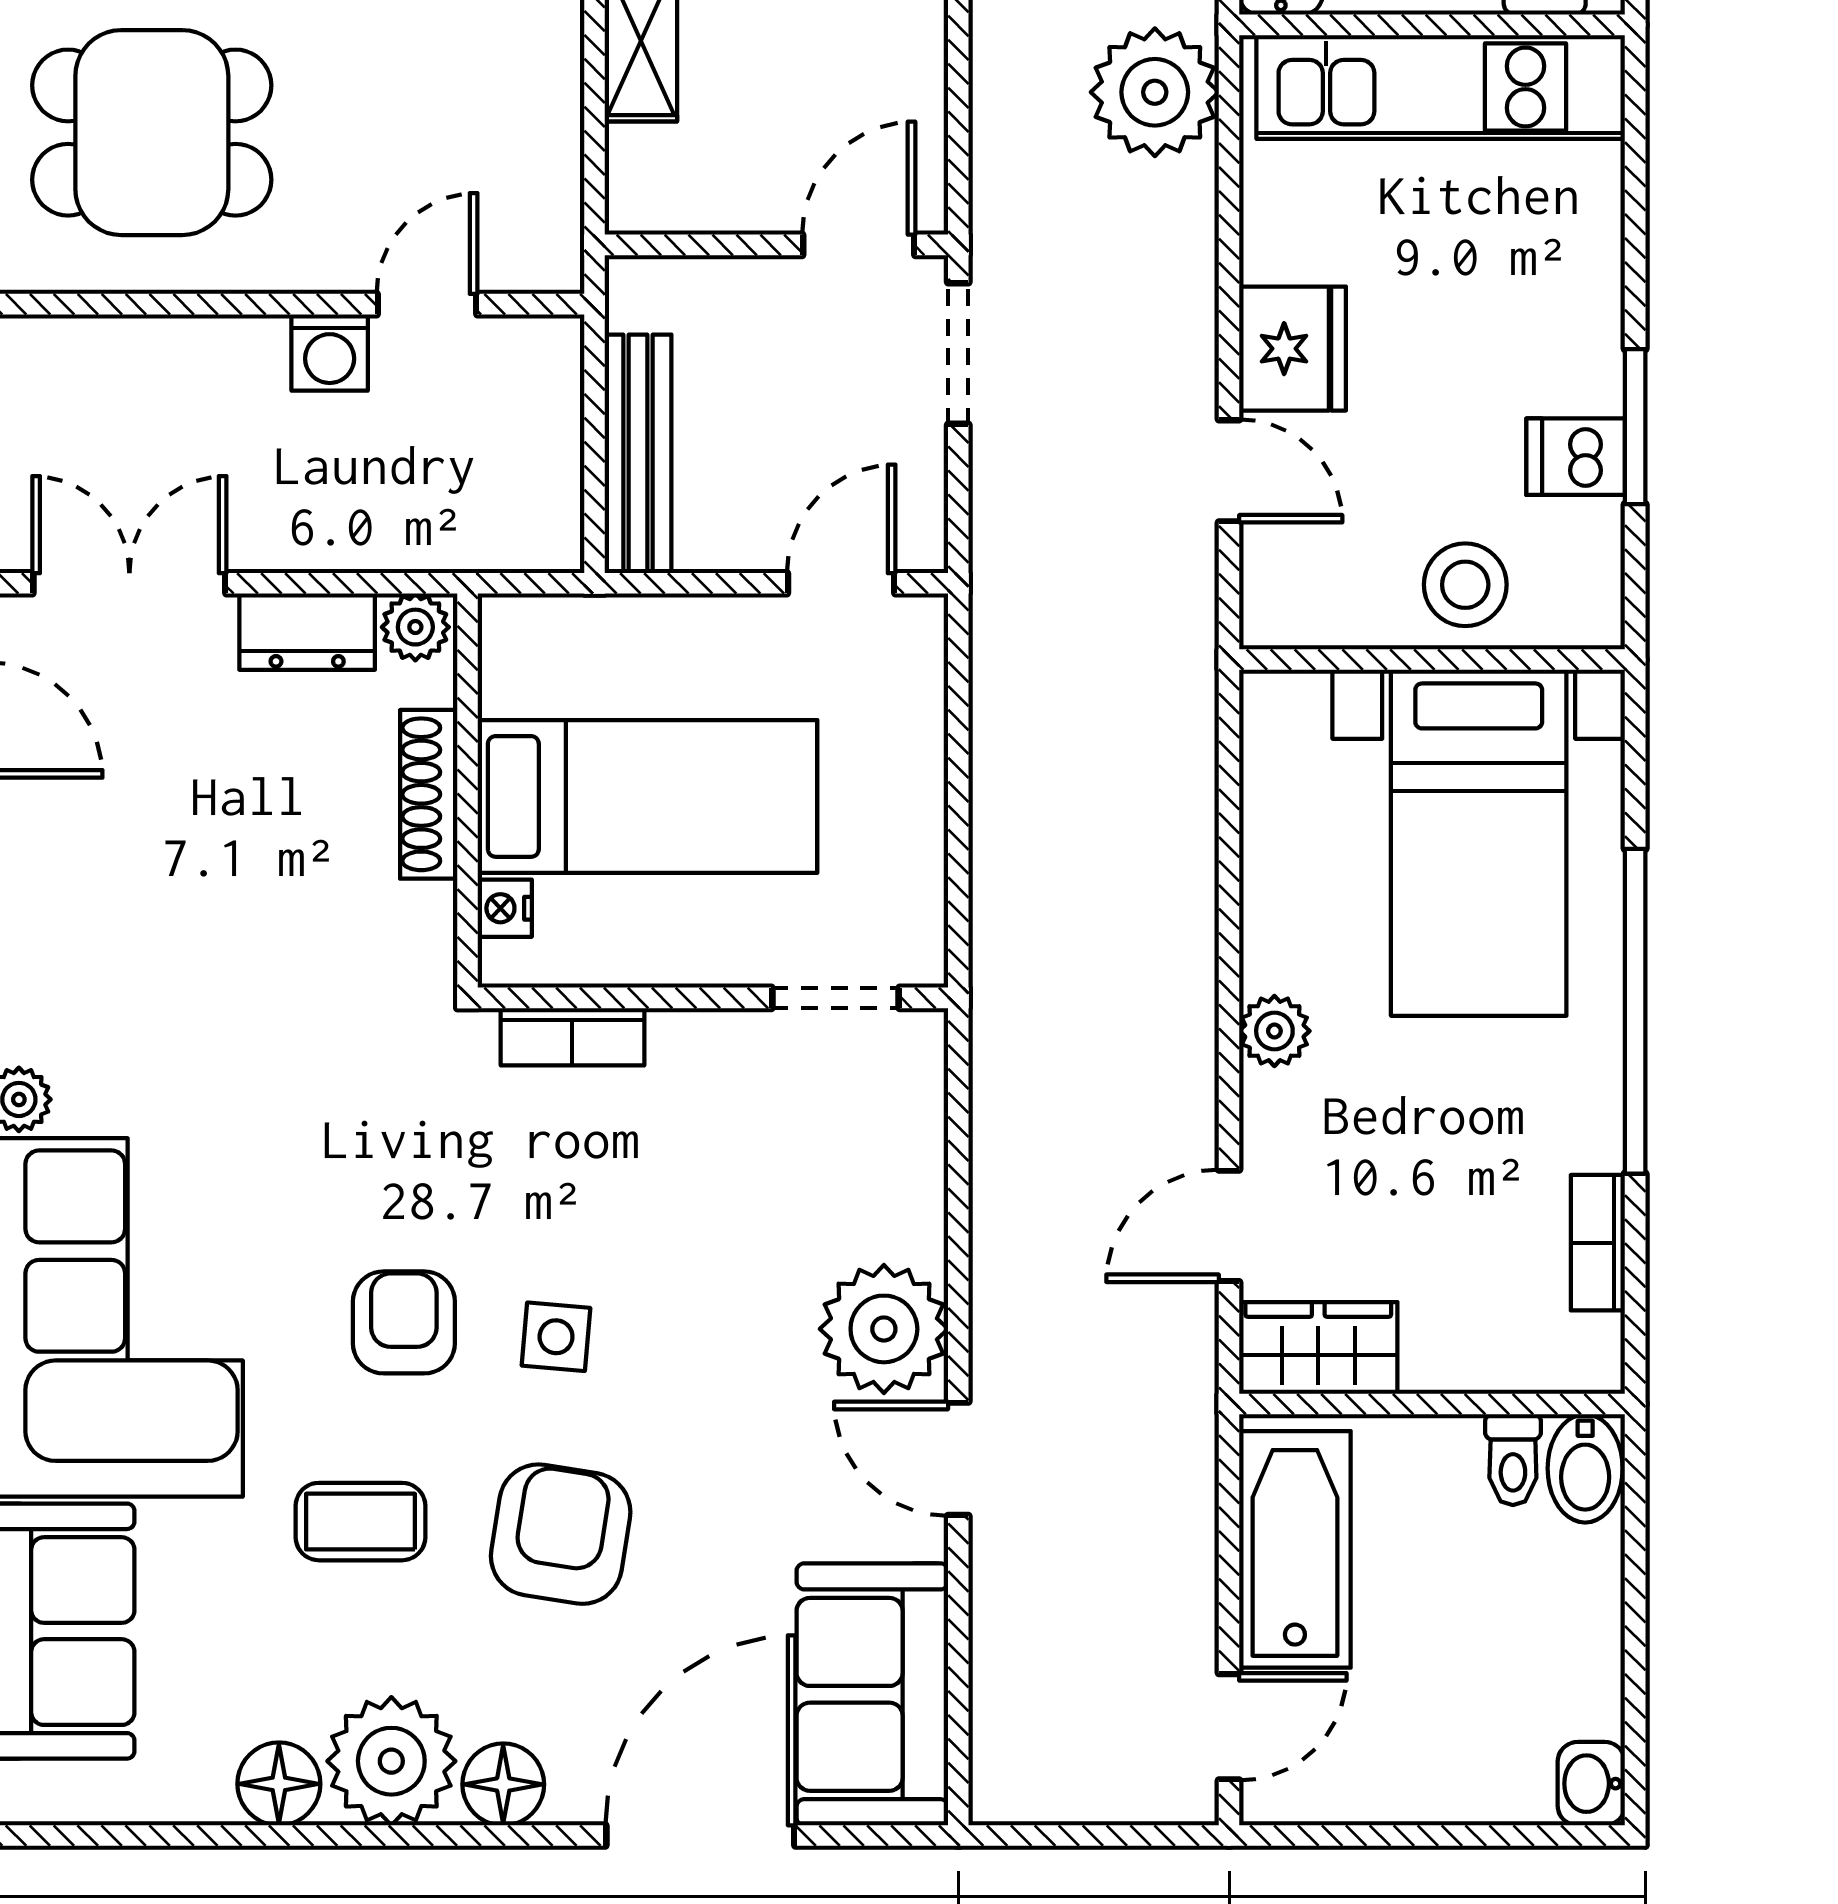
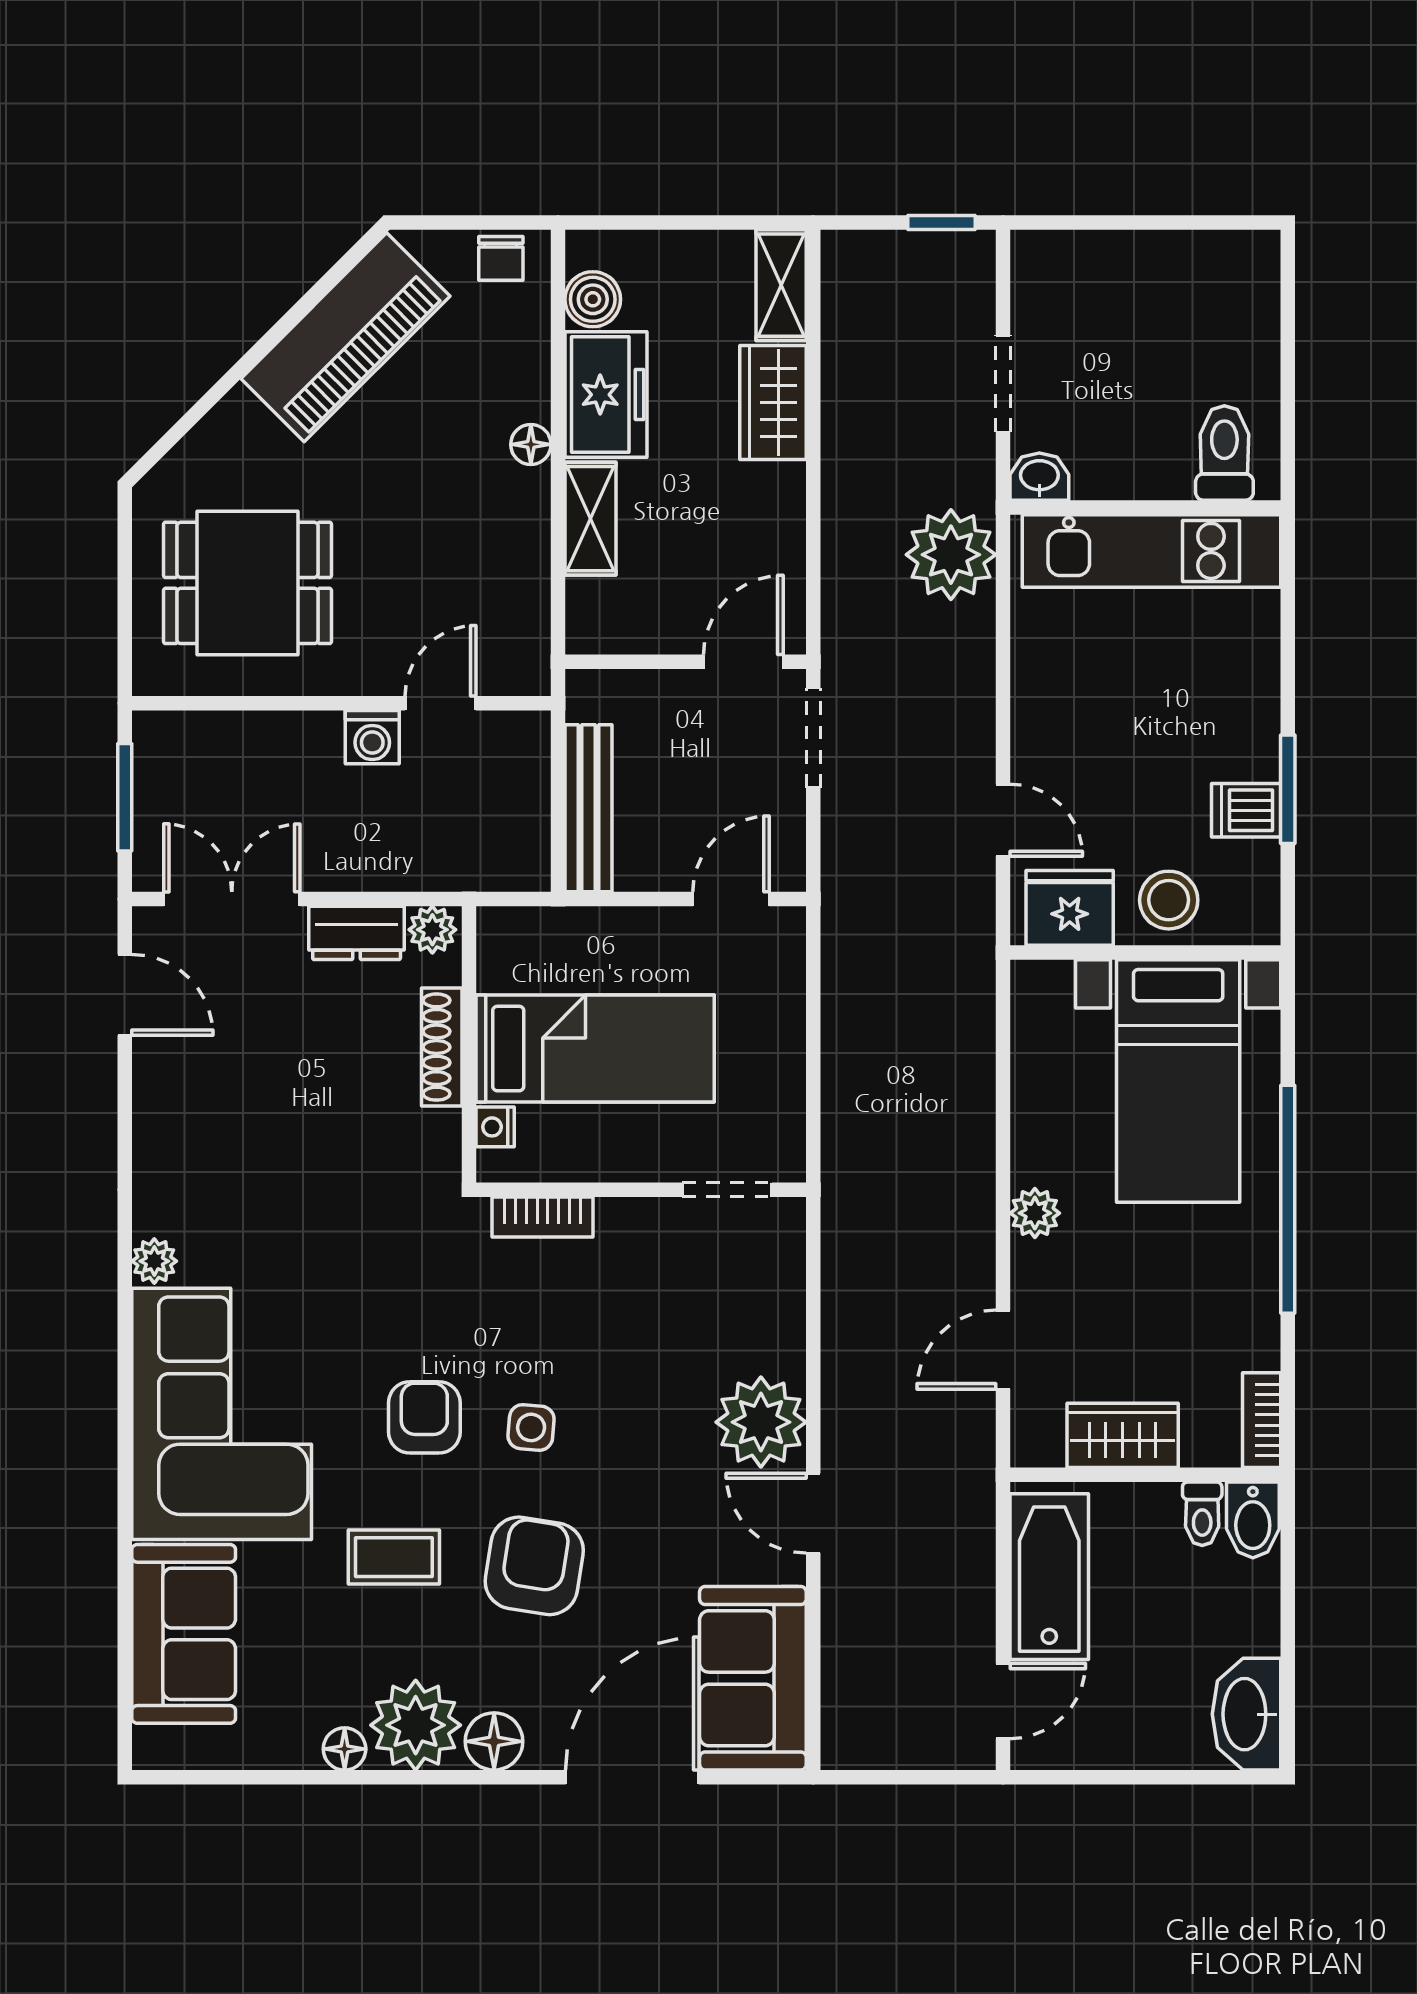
fridge: (1293, 349) -> (1070, 908), moved, turned -90
bookcase: (1598, 1243) -> (1262, 1420), moved
wardrobe: (1318, 1348) -> (1123, 1435), moved
floor lamp: (279, 1784) -> (345, 1749), width x0.73, depth x0.73
washbasin: (1591, 1784) -> (1247, 1714), width x1.91, depth x1.45

